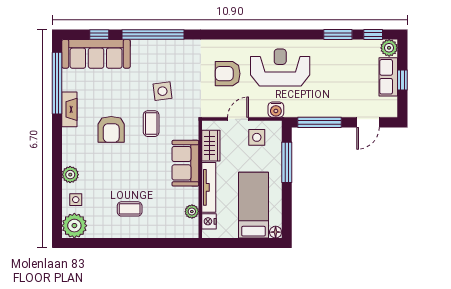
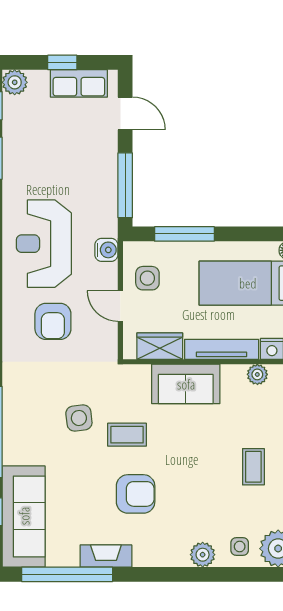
row of seats: (388, 77) -> (79, 83), moved

